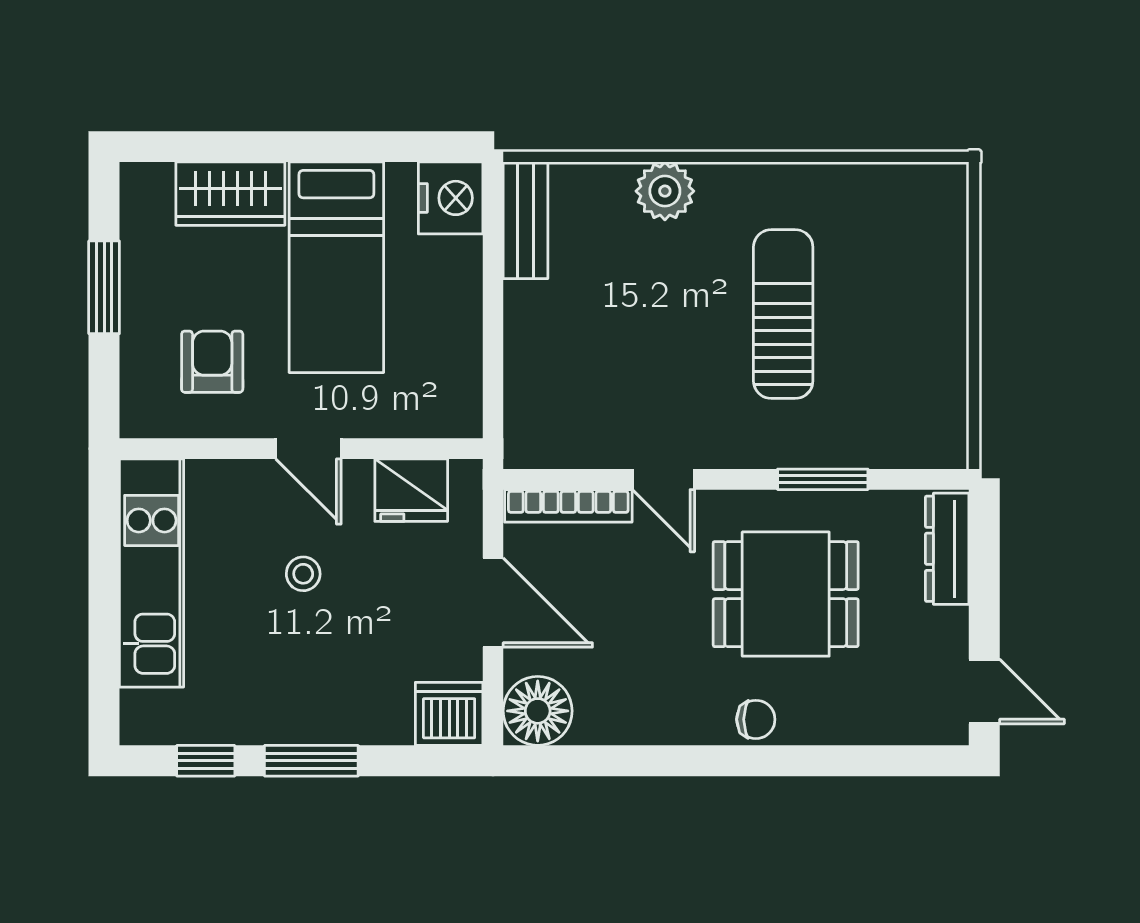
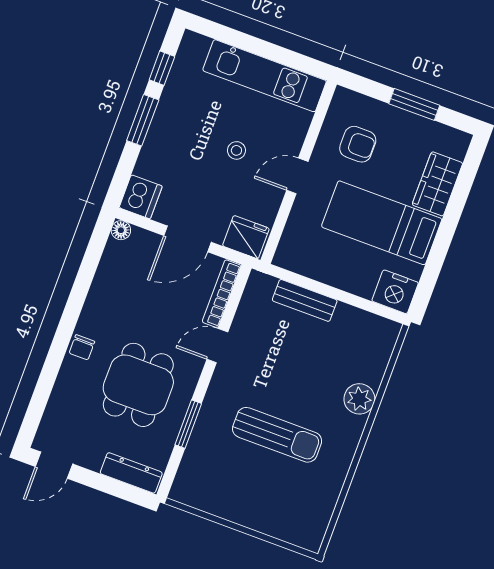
bench: (525, 220) -> (305, 300), moved
fridge: (411, 490) -> (246, 237), moved, turned 90
floor lamp: (538, 711) -> (121, 230), width x0.53, depth x0.53

